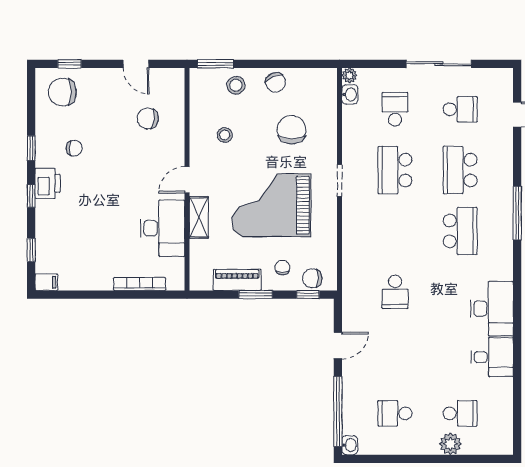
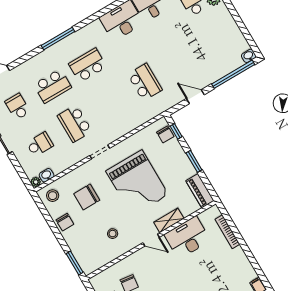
chair: (276, 82) -> (65, 222), turned 113
stool: (236, 85) -> (53, 196), moved
school desk: (395, 109) -> (40, 144), turned 180
school desk: (395, 170) -> (75, 124), turned 90
chair: (282, 268) -> (169, 155), removed
piano: (237, 280) -> (200, 191), moved
school desk: (395, 292) -> (145, 82), width x1.85
school desk: (395, 413) -> (215, 41), removed

